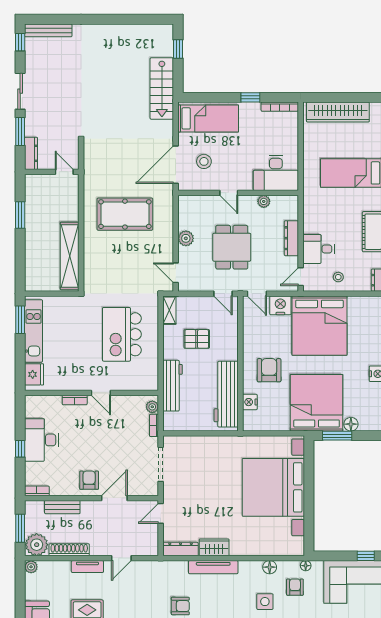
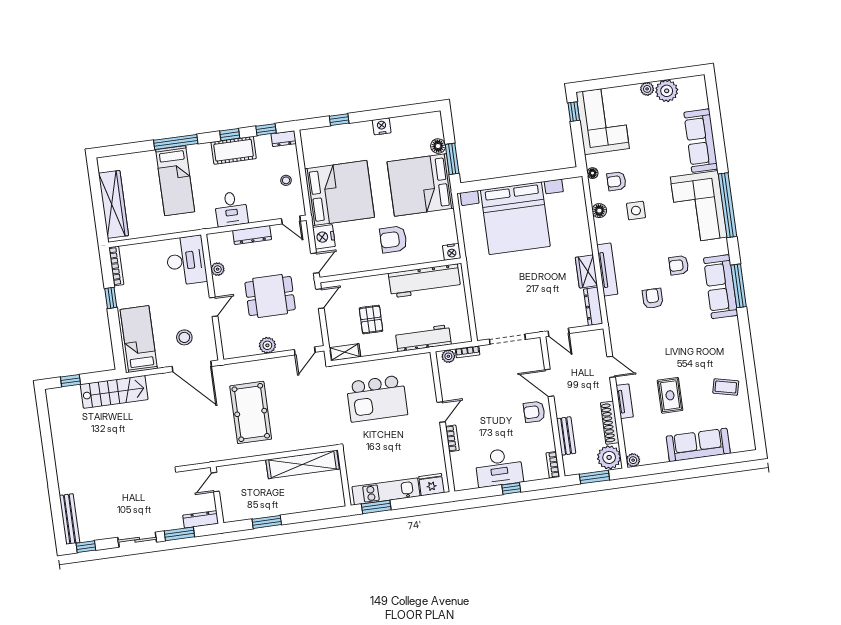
desk: (318, 249) -> (231, 209), moved
nightstand: (250, 402) -> (452, 252), moved

